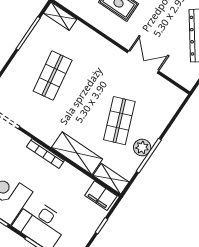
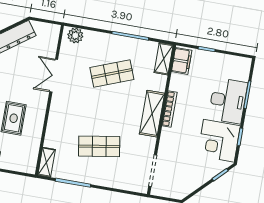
plant: (142, 147) -> (75, 36), moved
shelving: (77, 153) -> (152, 114), moved
bookcase: (45, 154) -> (170, 109), moved

